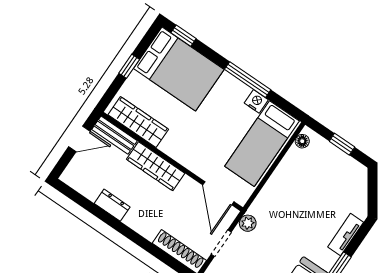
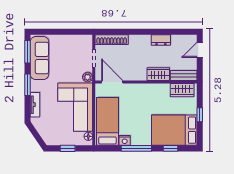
window: (183, 36) -> (170, 148), moved
wardrobe: (138, 122) -> (182, 90), width x0.67
door: (79, 139) -> (200, 50), moved
wardrobe: (156, 166) -> (158, 74), width x0.67
corner sofa: (293, 194) -> (75, 107), added

